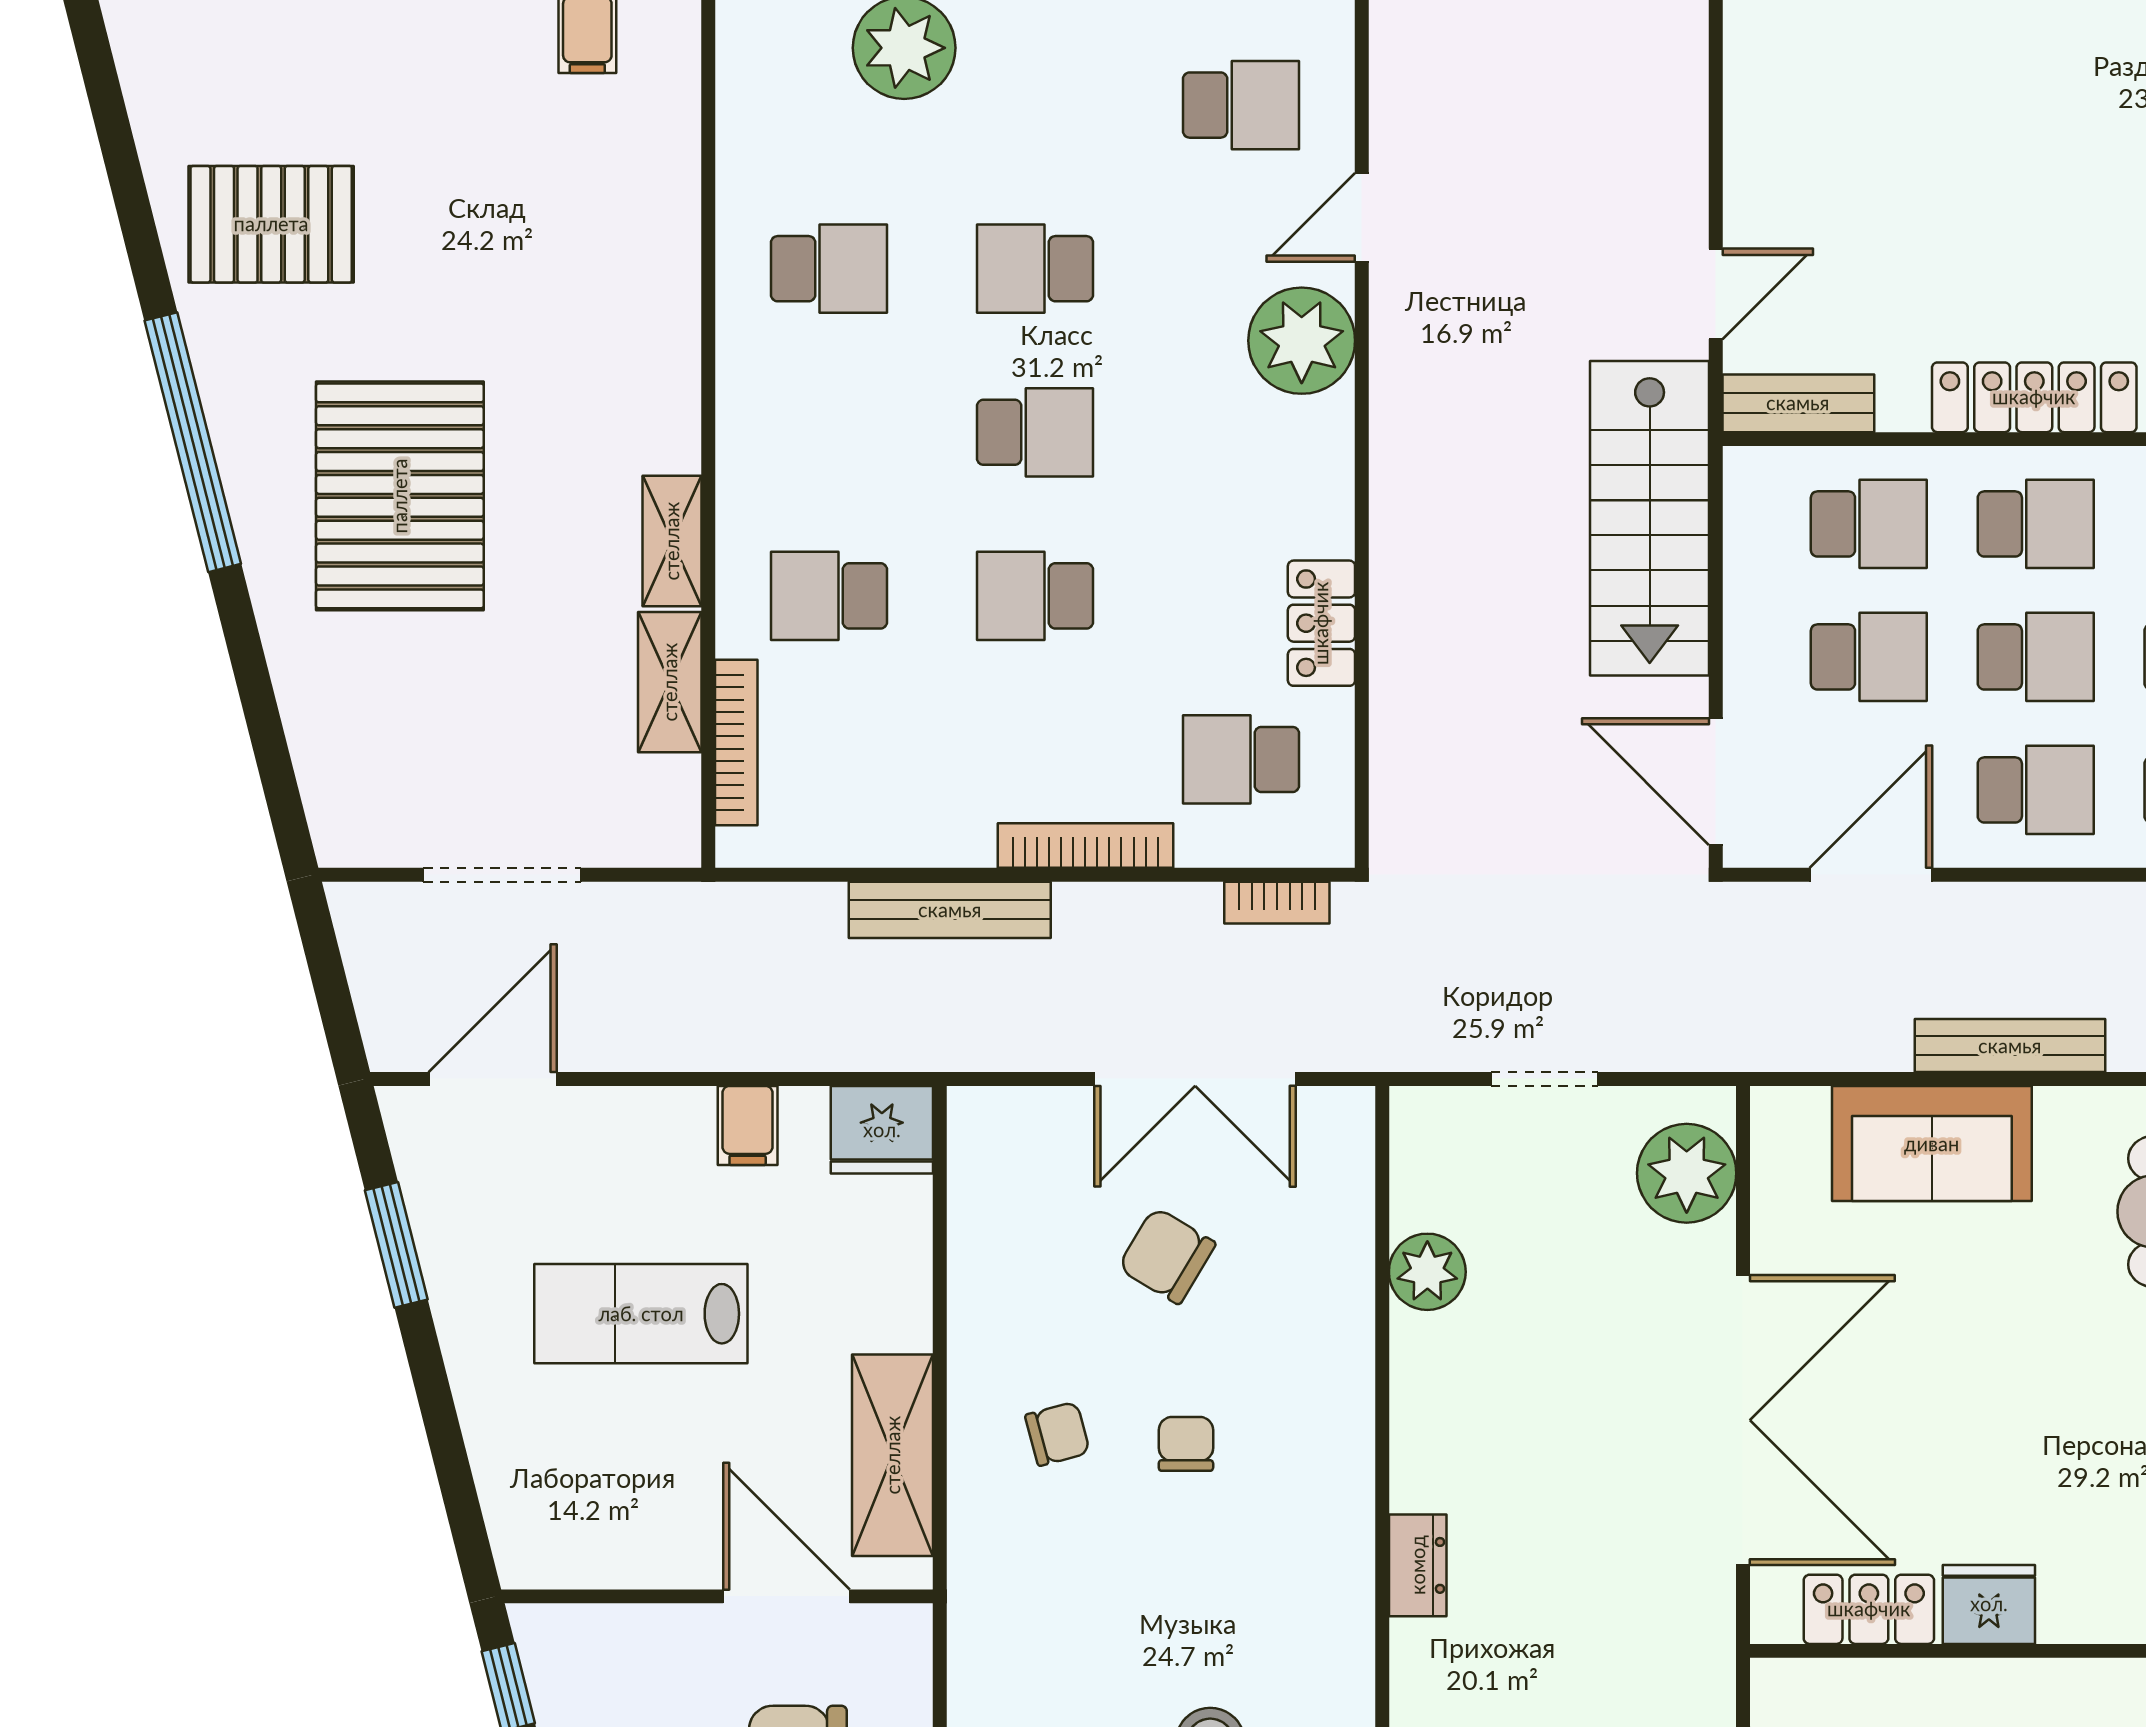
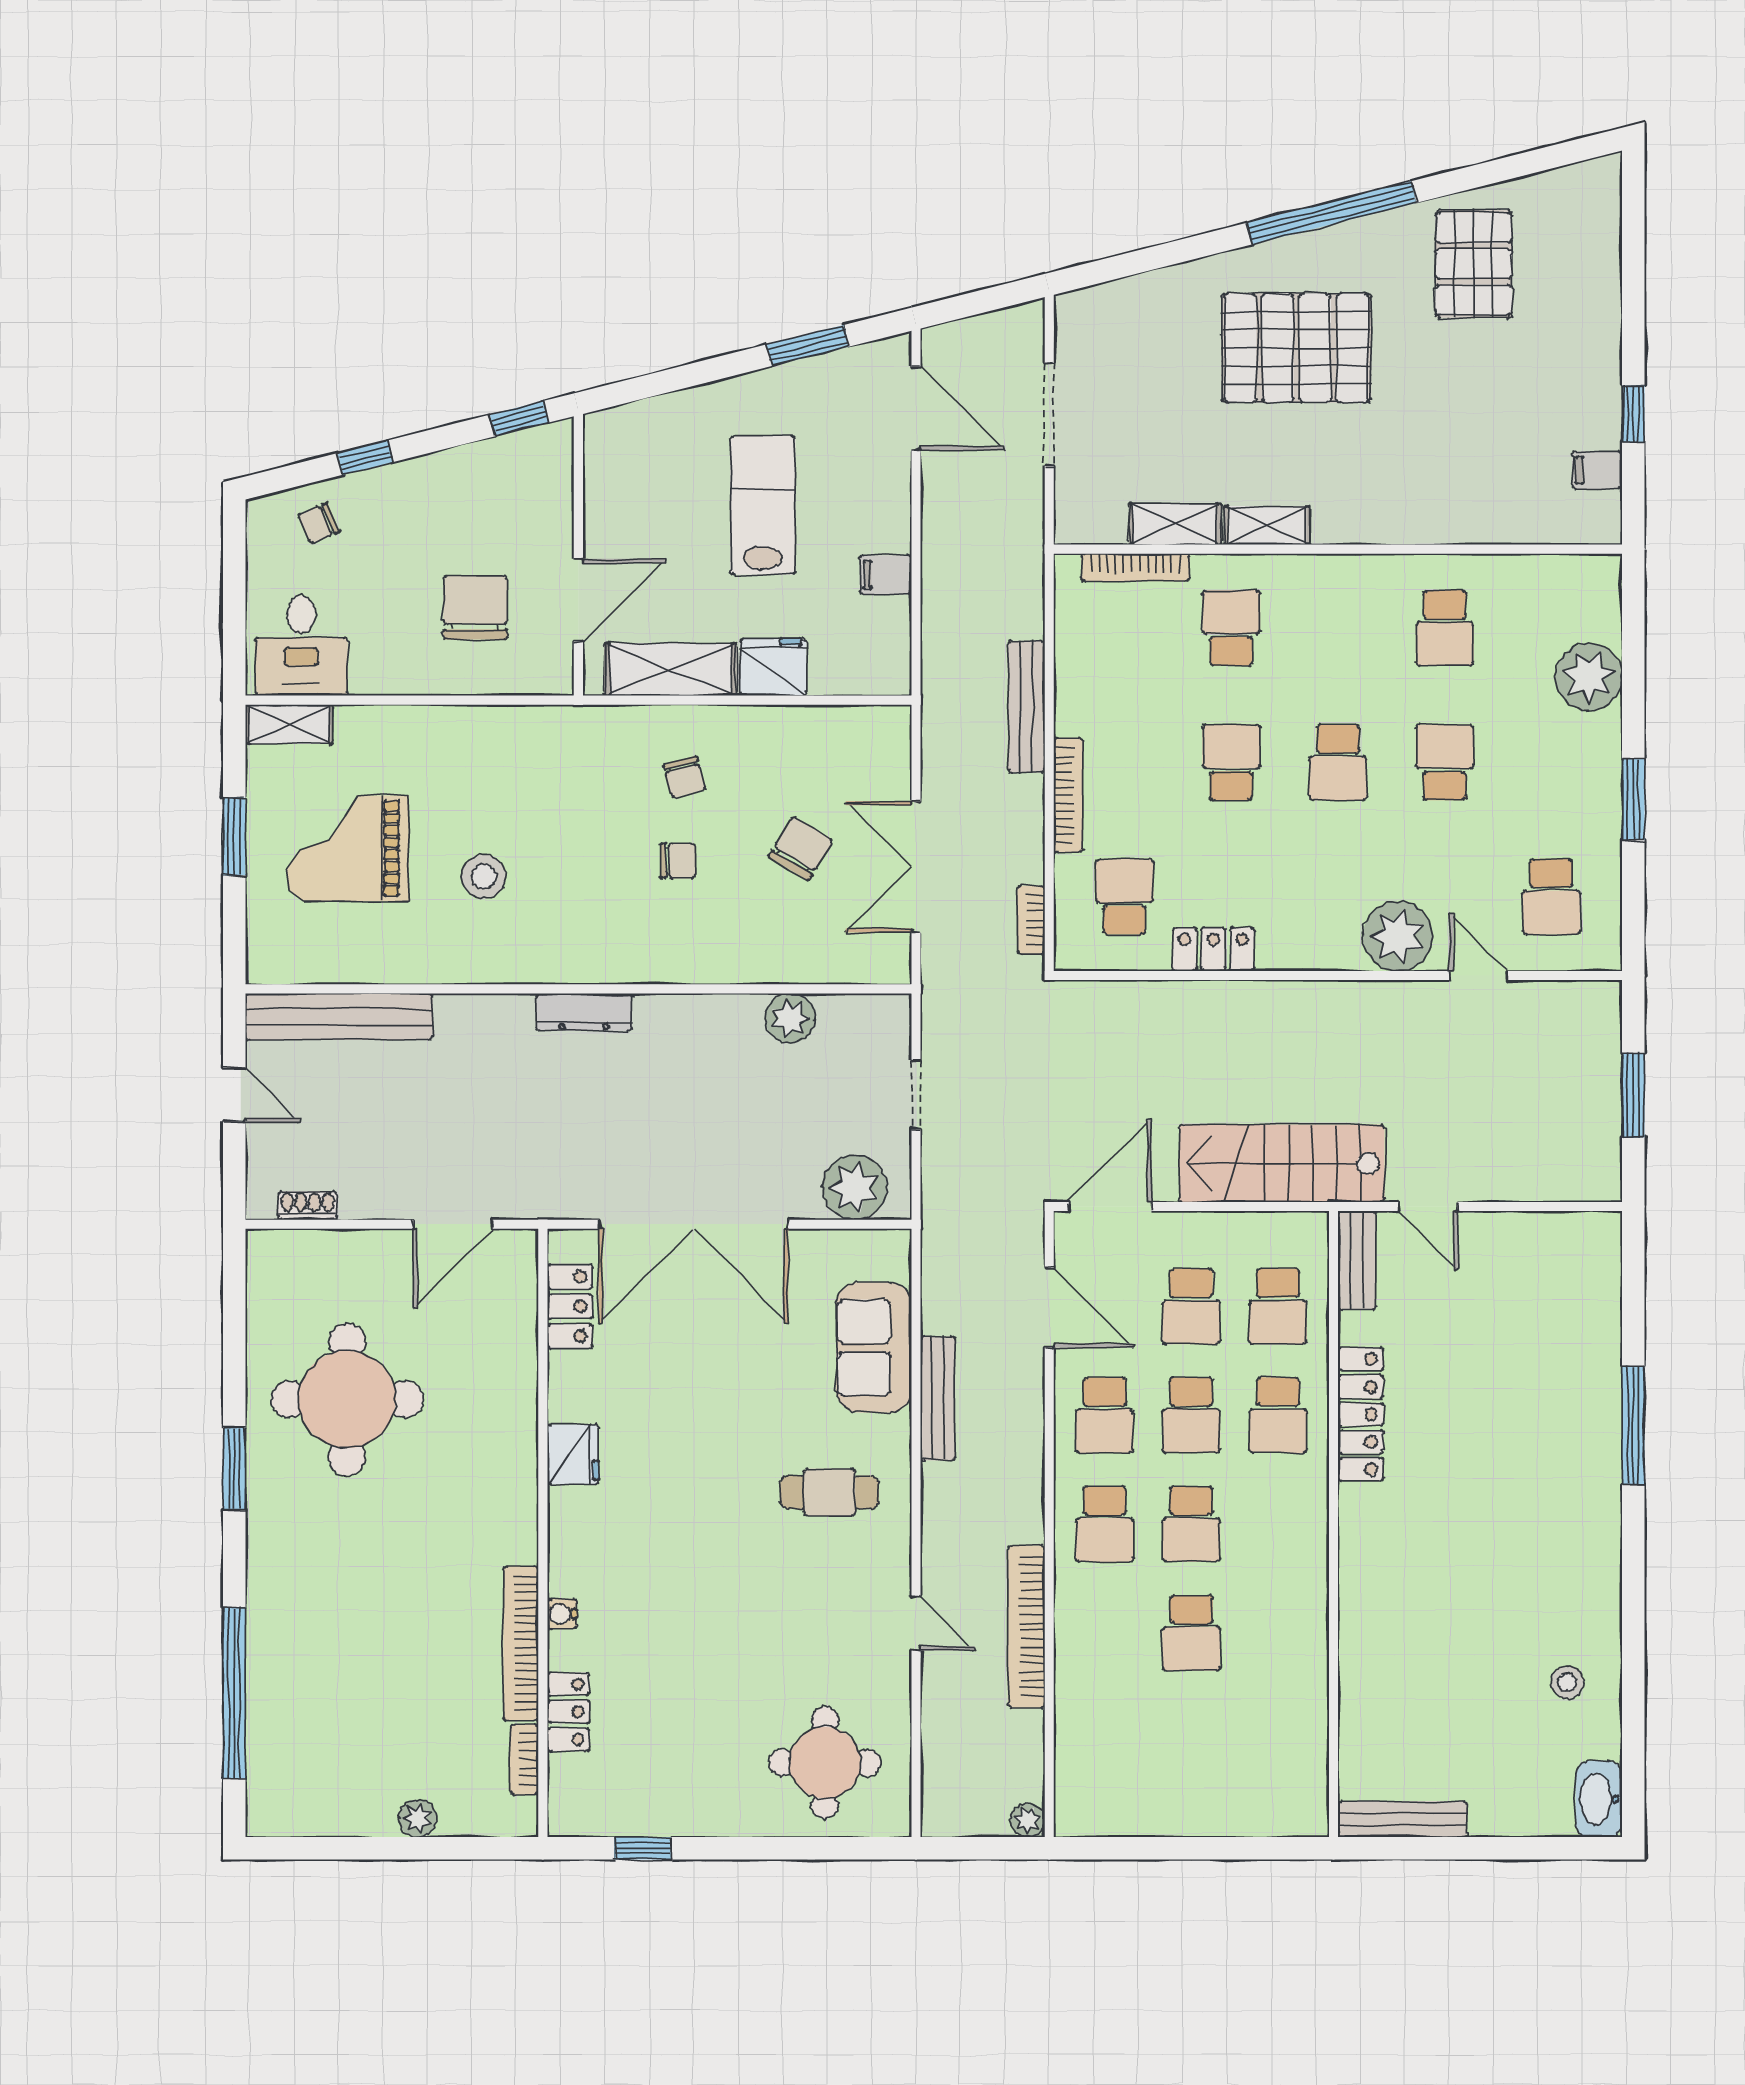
fridge: (882, 1130) -> (773, 667), moved, turned 90
dresser: (1418, 1565) -> (584, 1012), width x1.44
fridge: (1989, 1604) -> (573, 1454), moved

